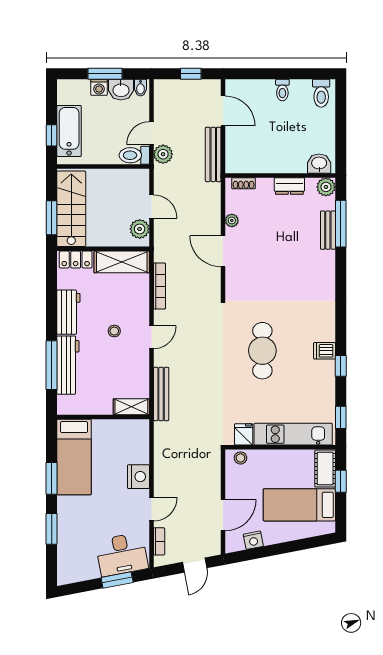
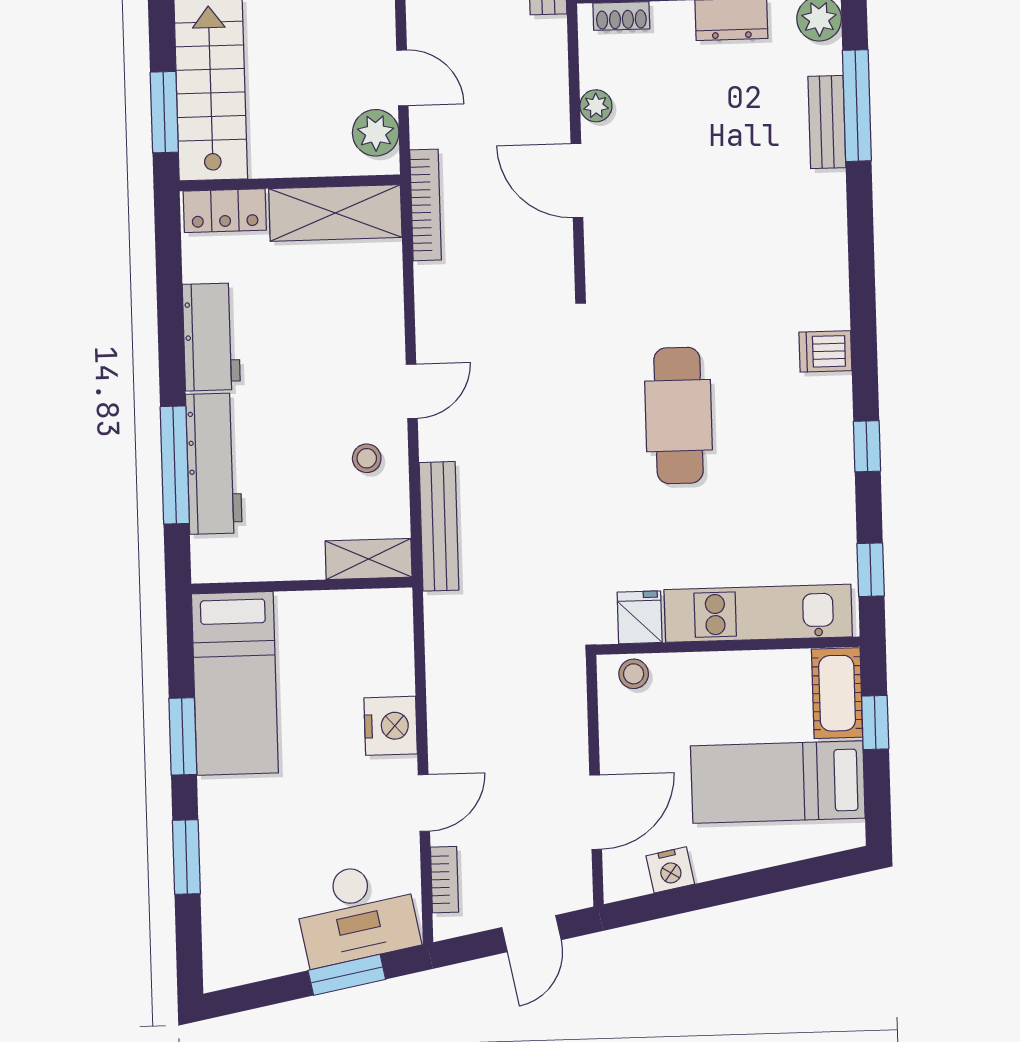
bookcase: (159, 286) -> (426, 205), moved
stool: (114, 331) -> (367, 458), moved
dishwasher: (324, 351) -> (825, 351), moved

